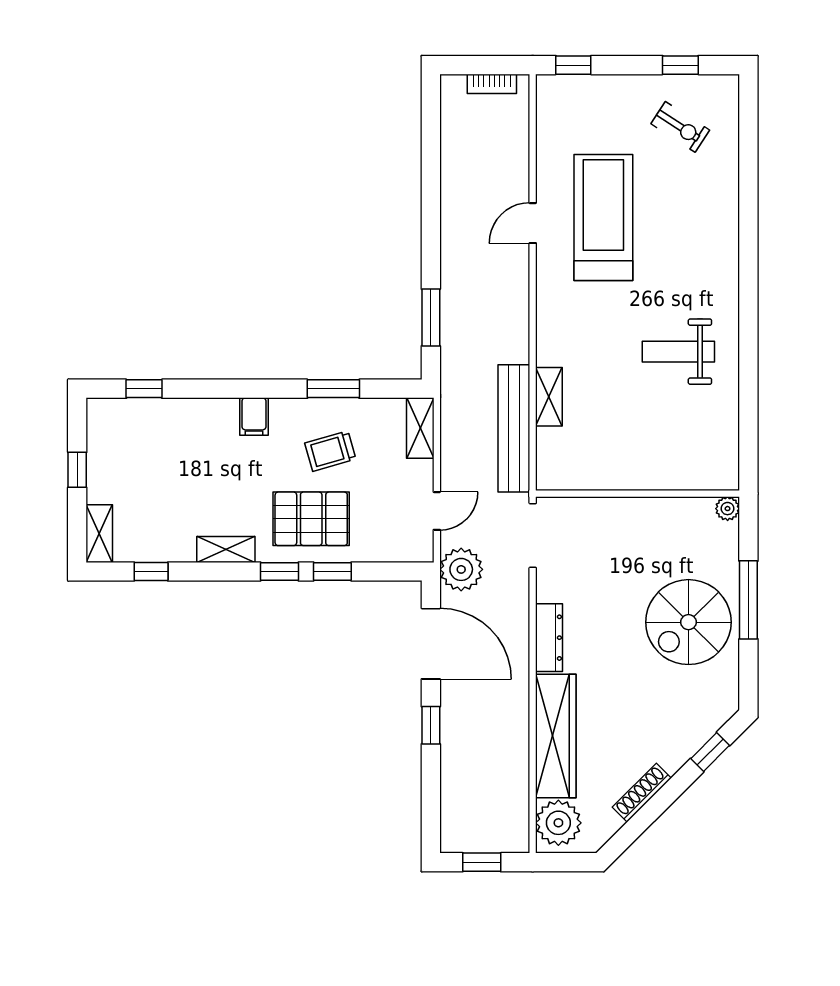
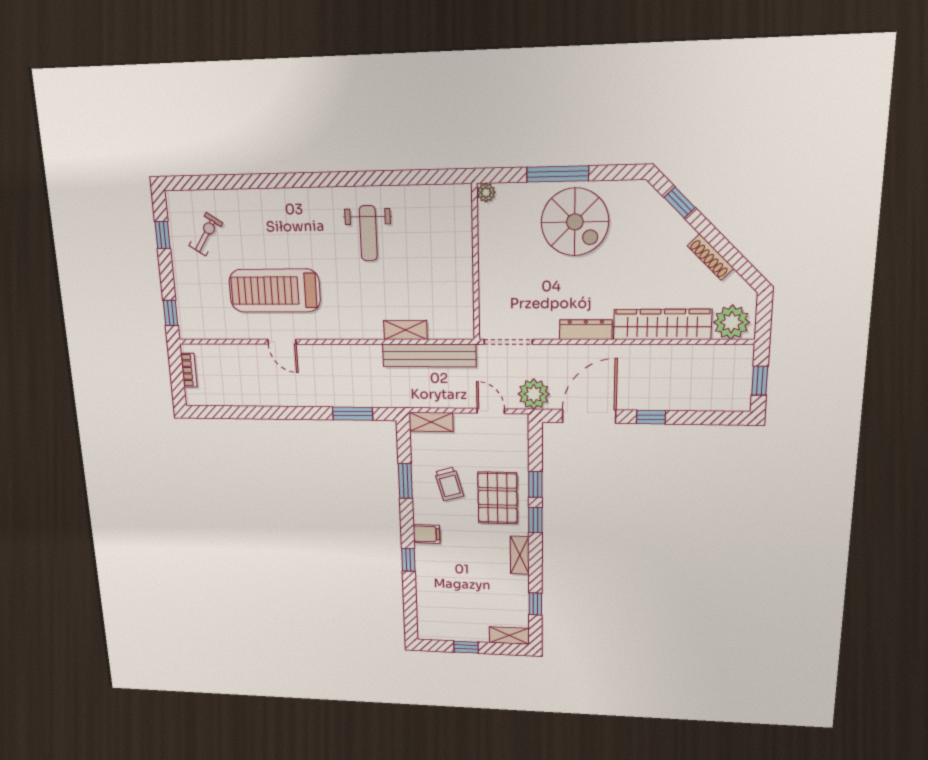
window: (144, 389) -> (408, 560), moved

